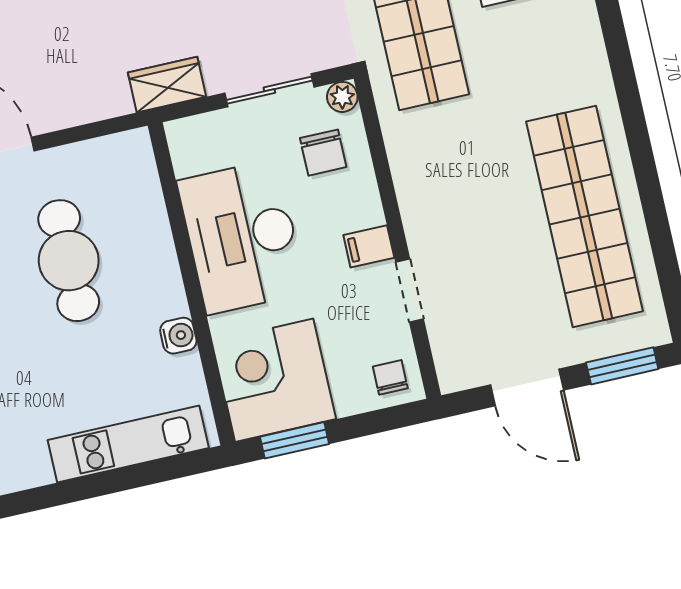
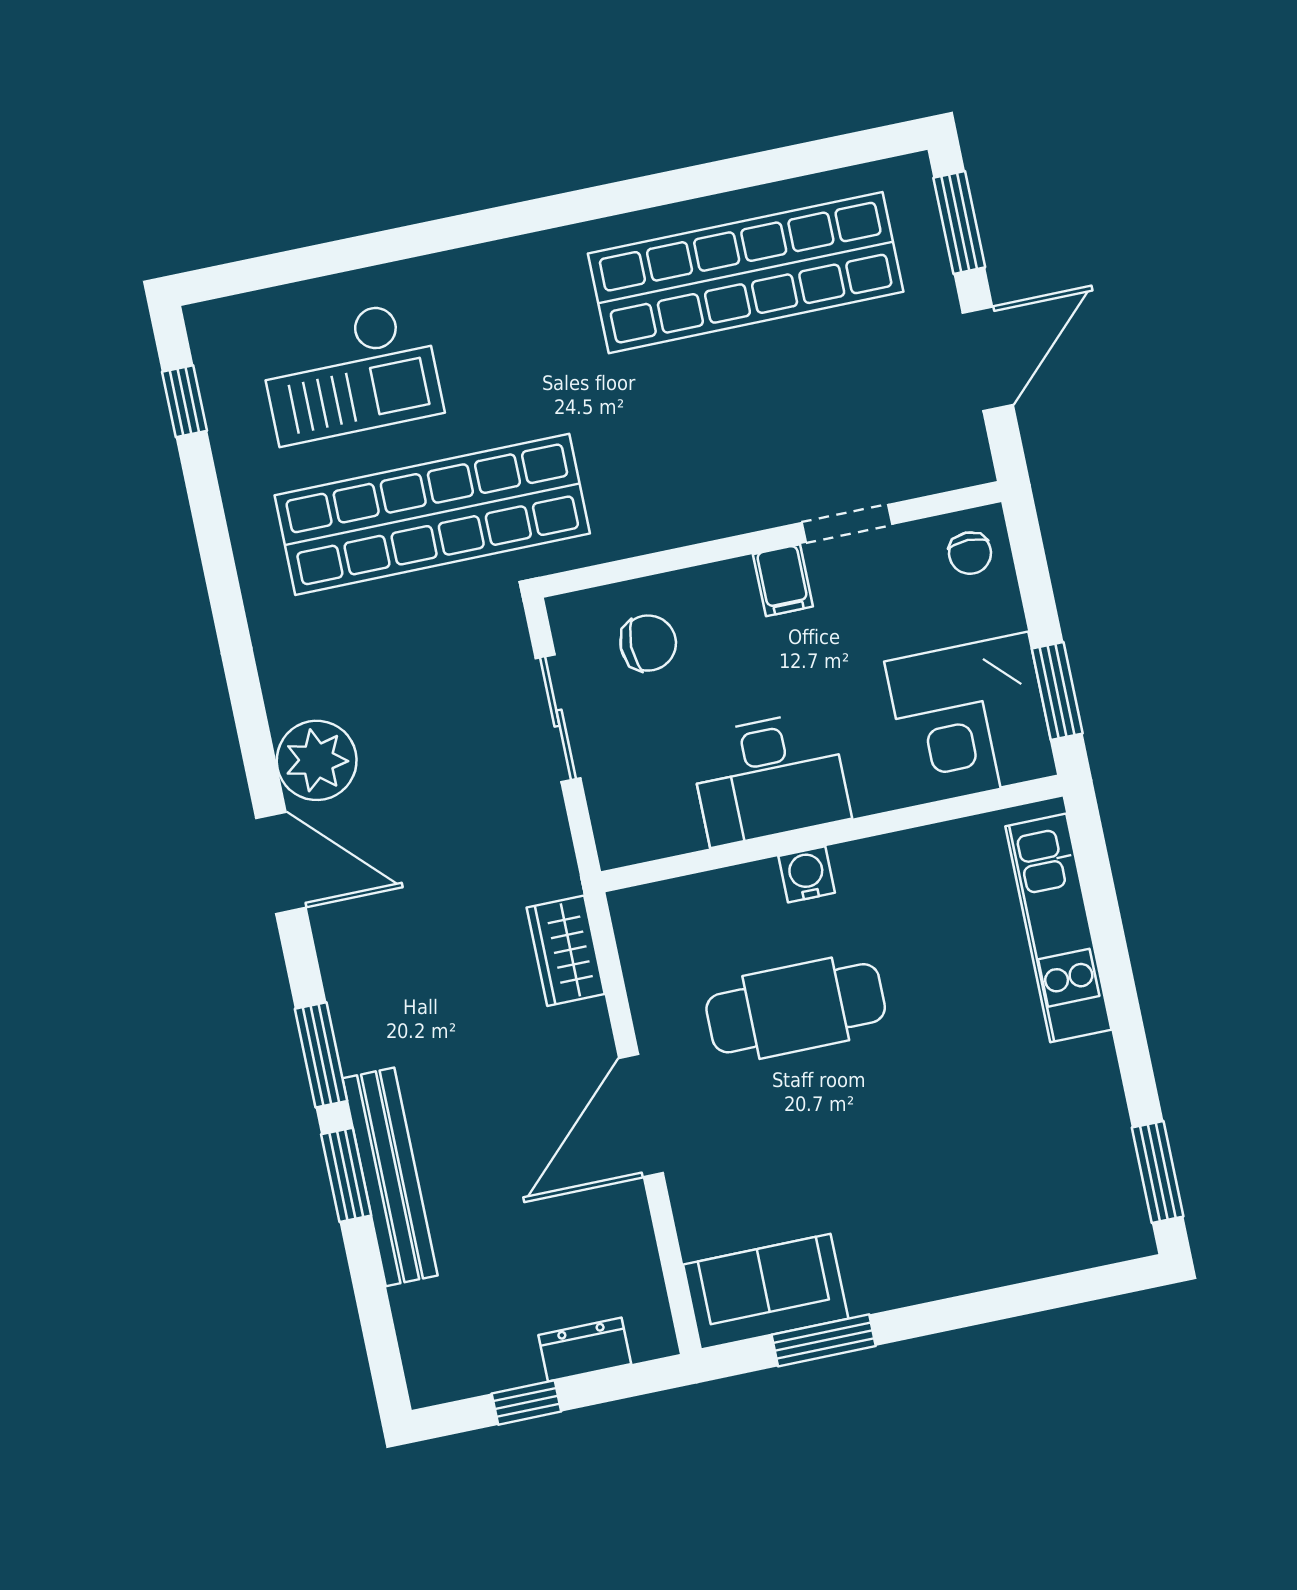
wardrobe: (167, 85) -> (566, 951), moved
plant: (342, 97) -> (569, 614), removed
desk: (242, 237) -> (770, 778), width x0.73, depth x0.77
water cooler: (178, 336) -> (807, 874), moved
chair: (390, 377) -> (970, 553), turned -90

